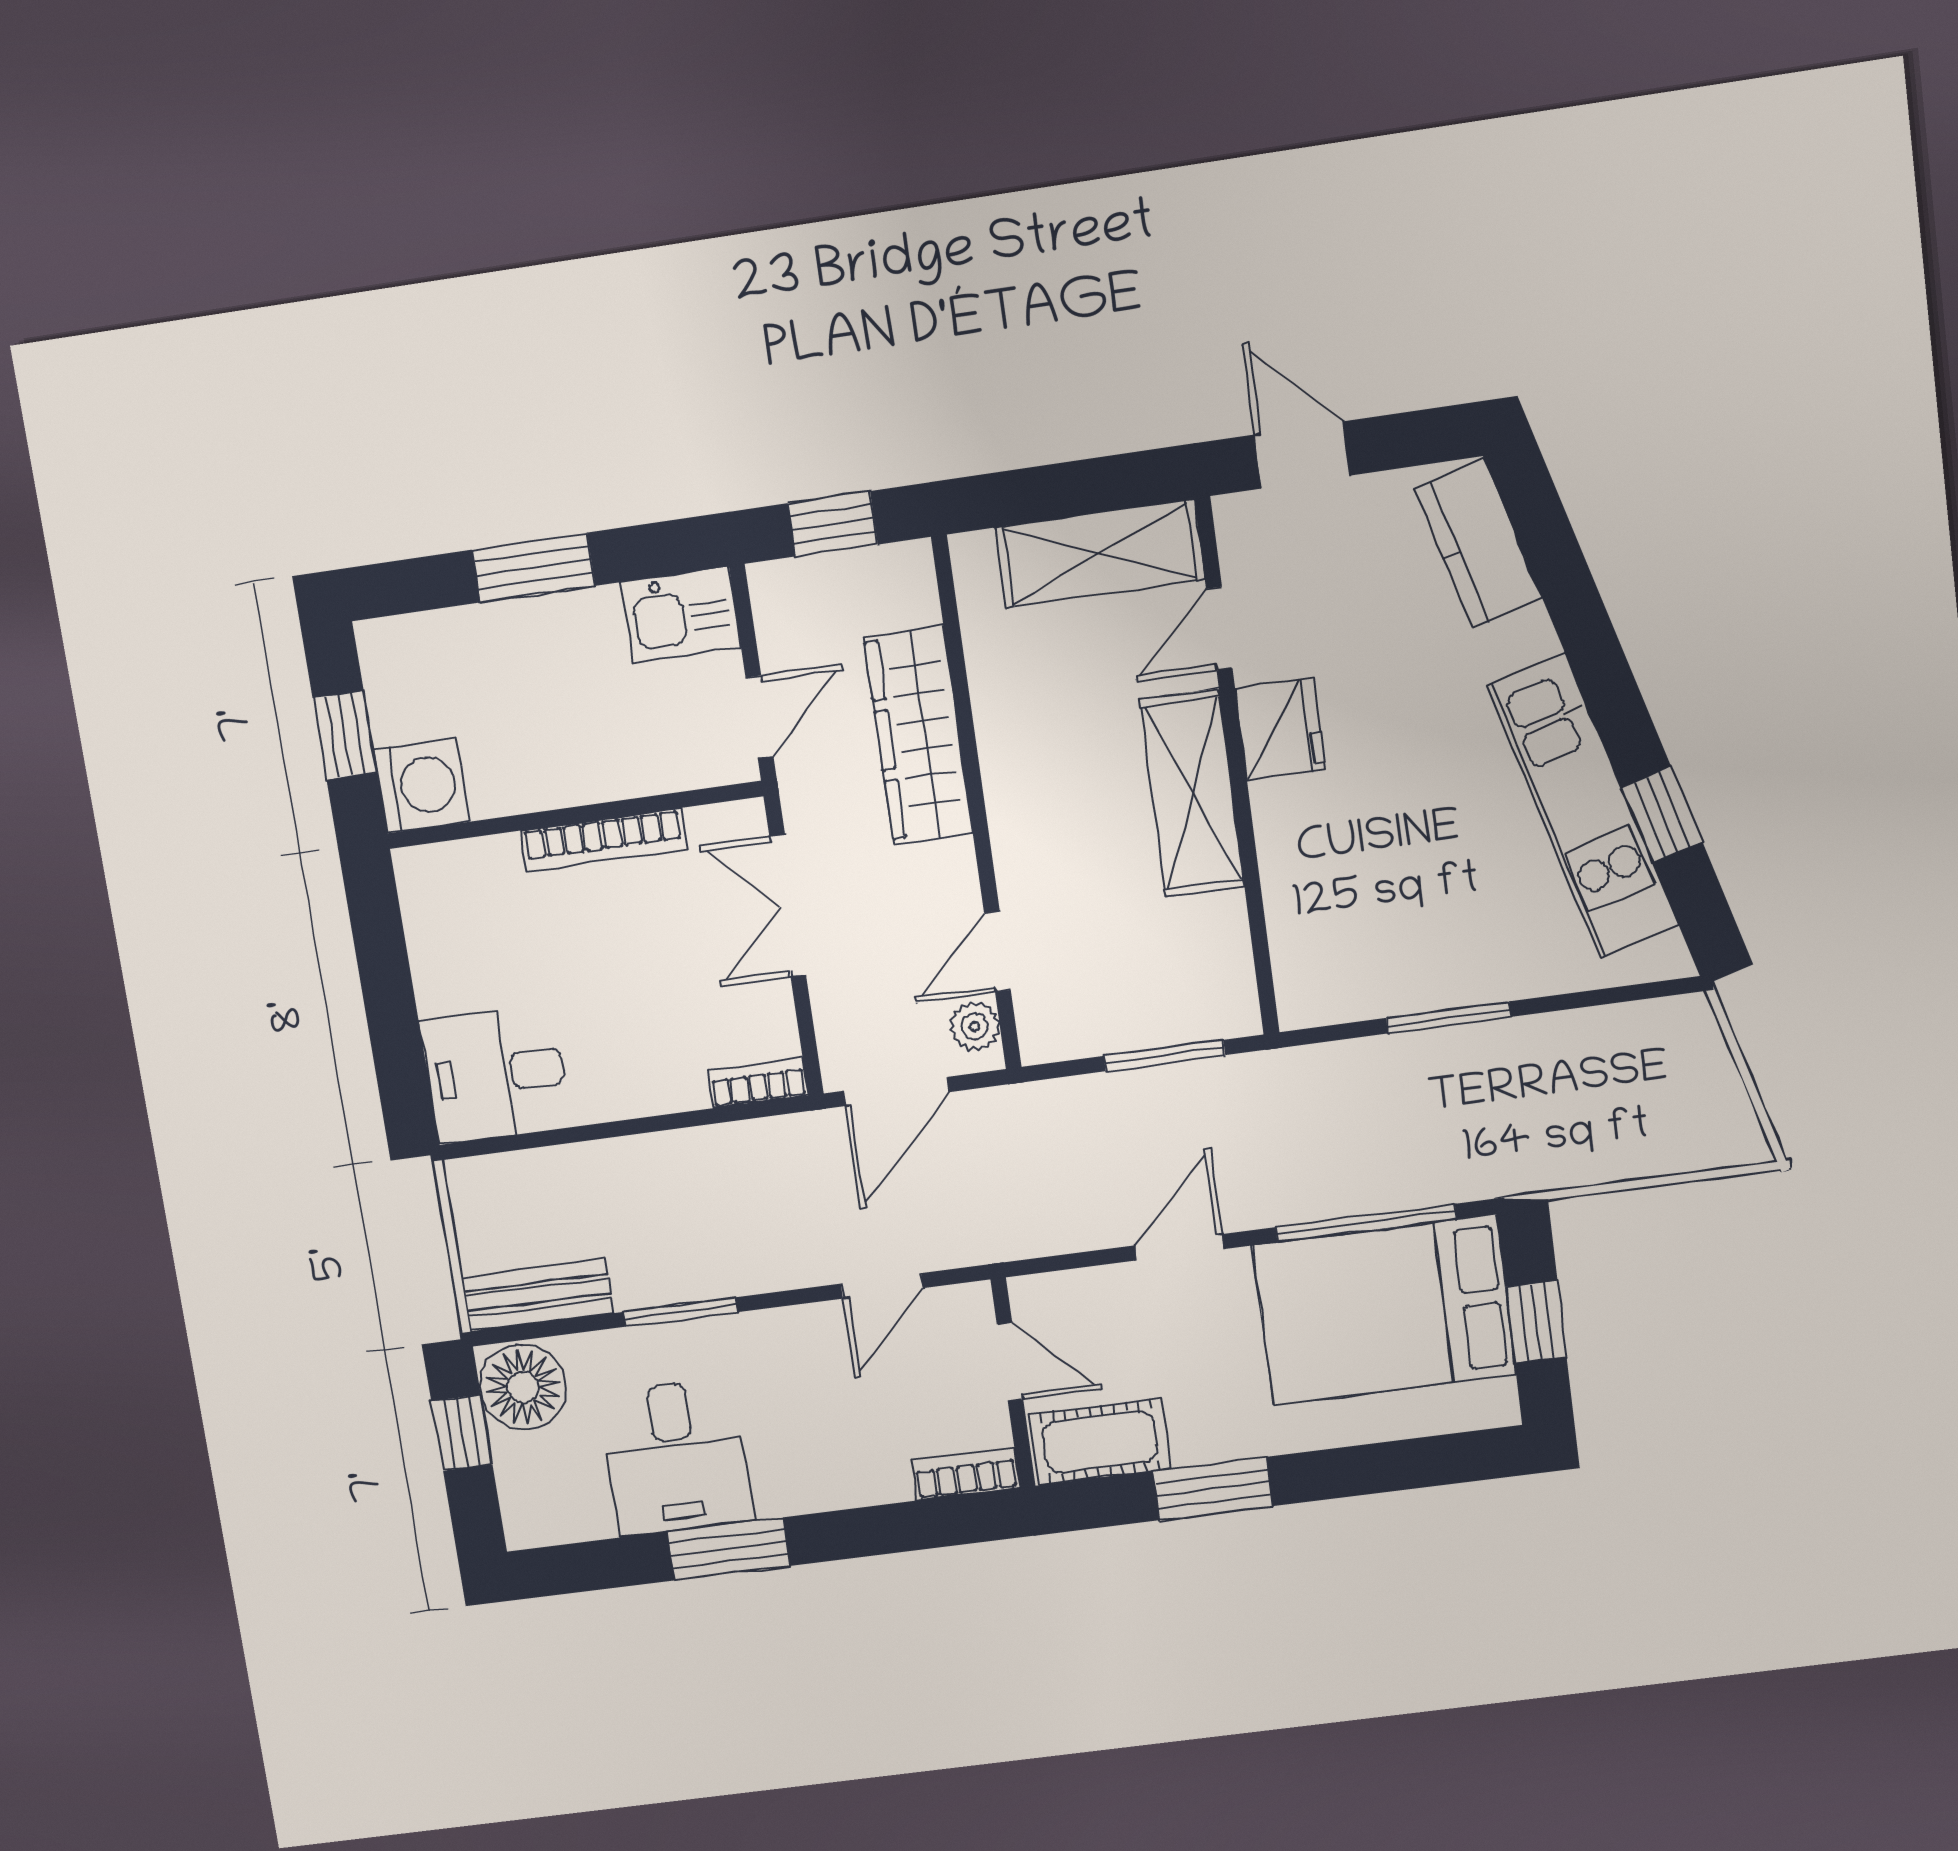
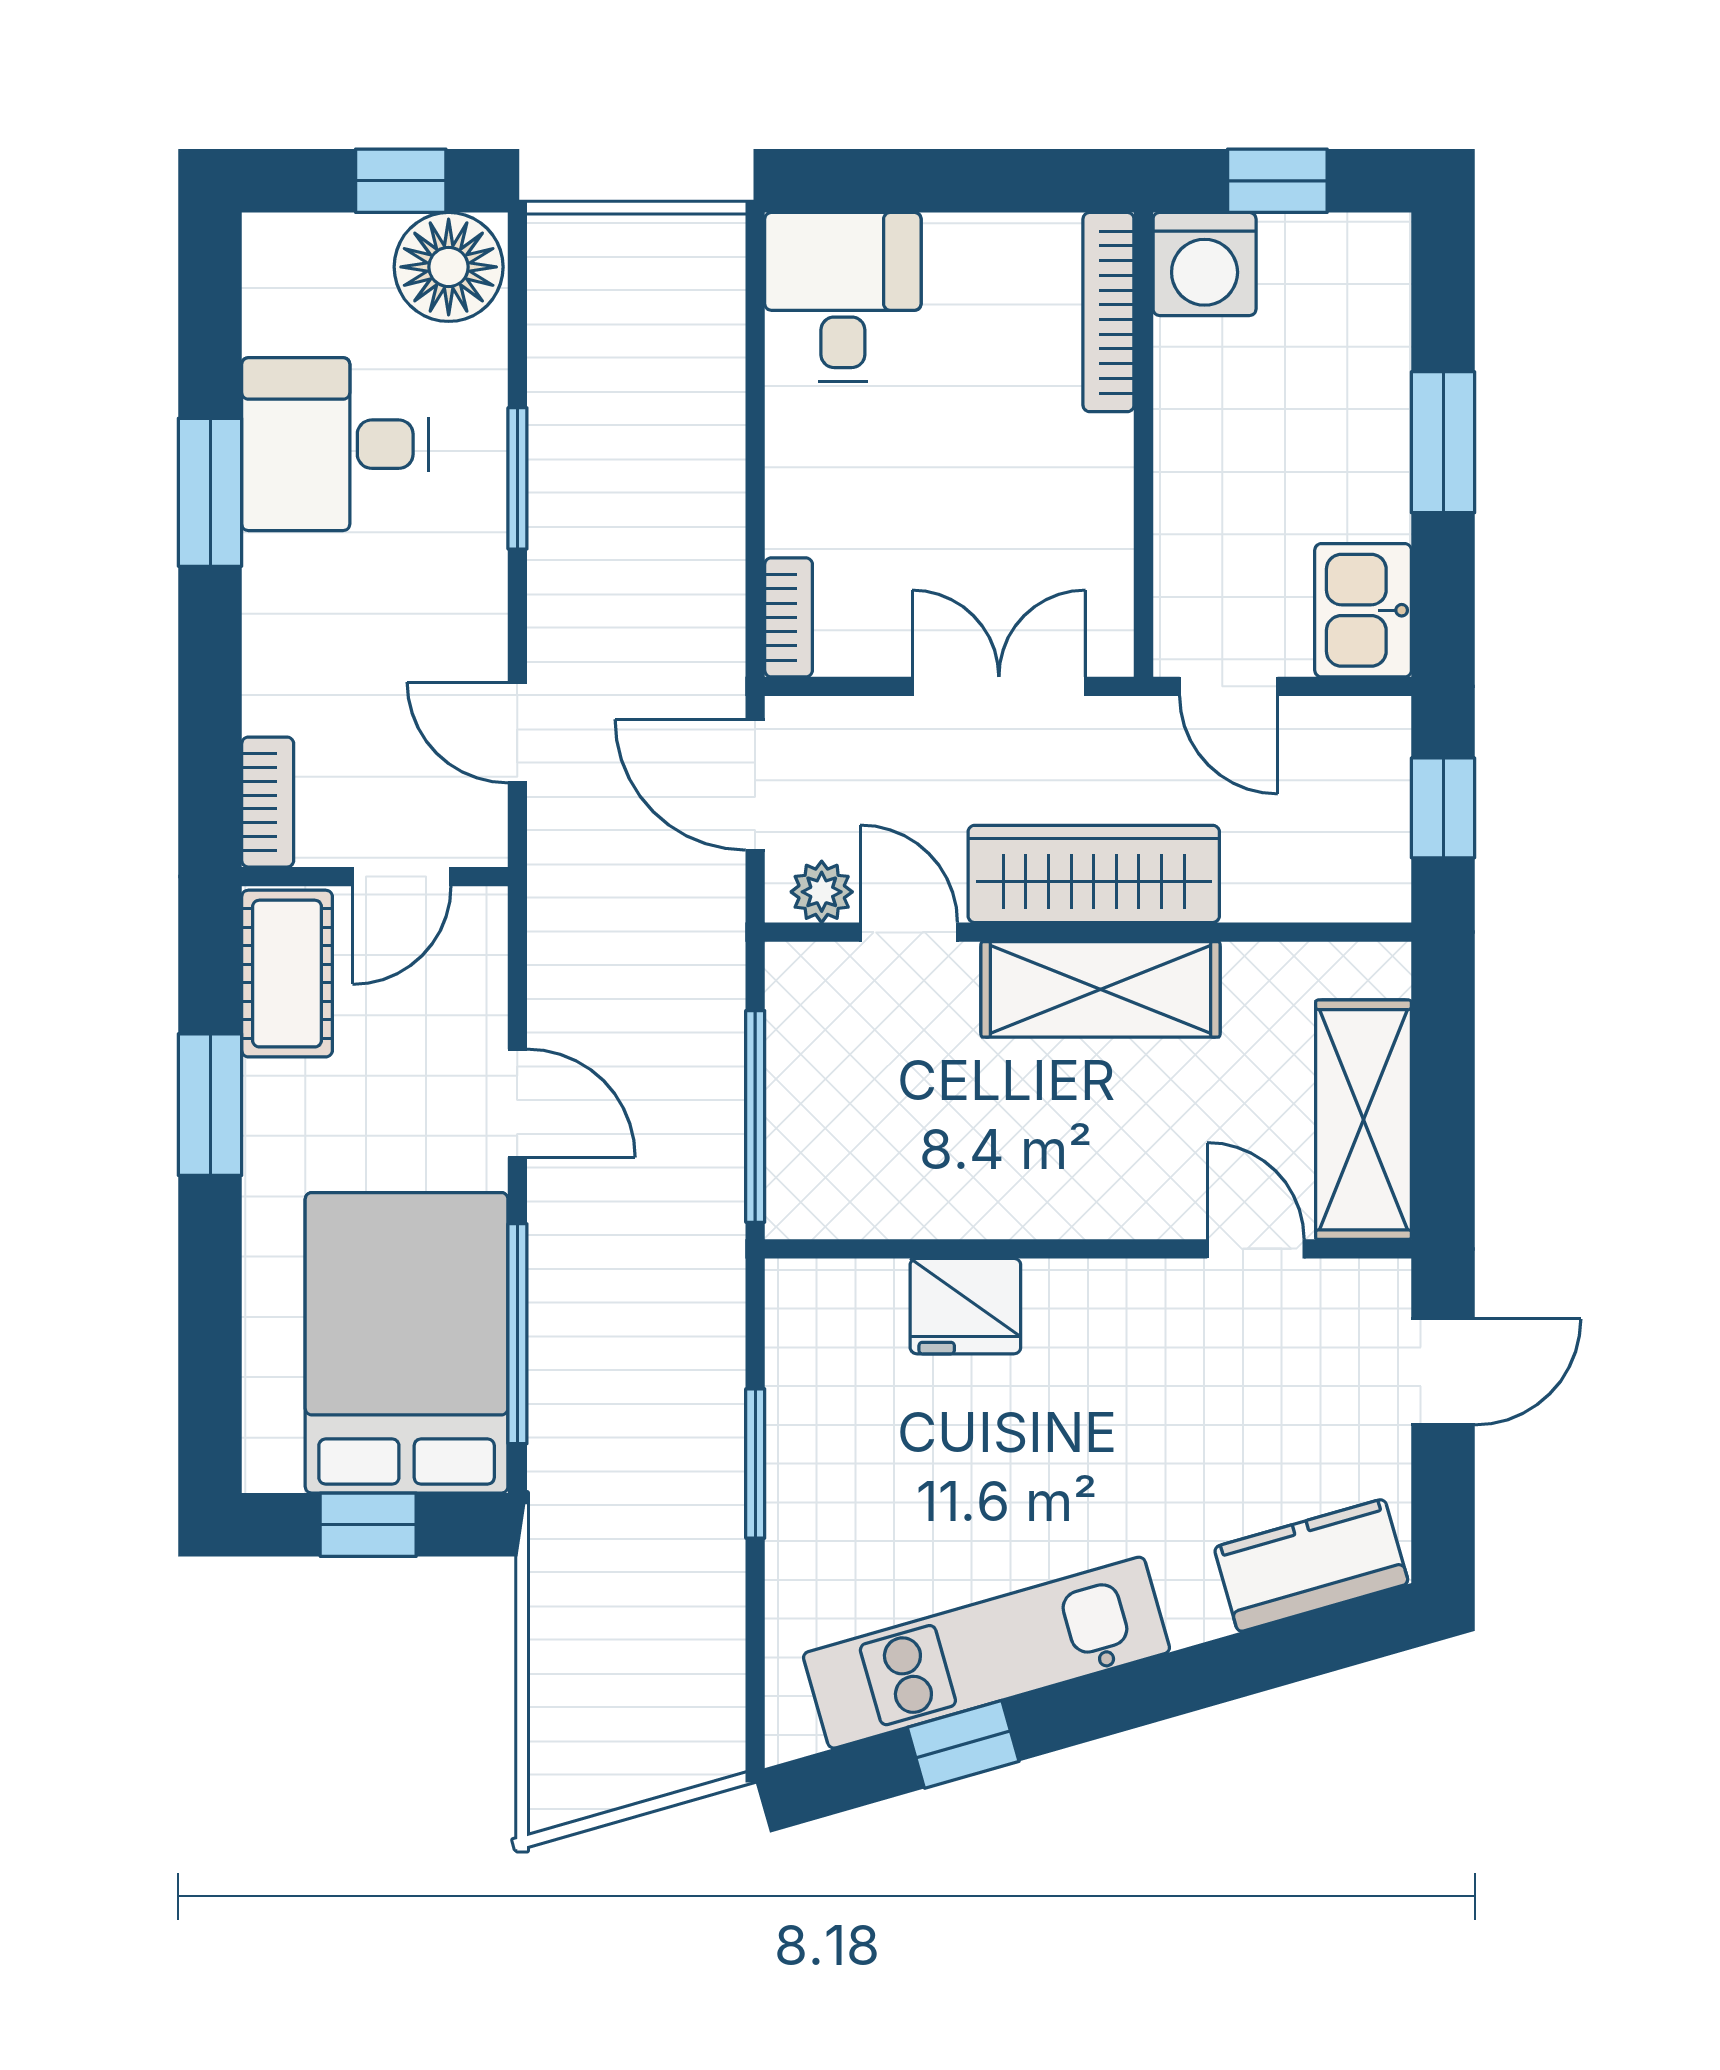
fridge: (1280, 729) -> (965, 1306), moved
wardrobe: (918, 735) -> (1094, 874), moved
shelving: (1192, 793) -> (1101, 989), moved
bookcase: (603, 840) -> (1108, 312), moved
window: (1164, 1056) -> (755, 1116), width x1.44
bench: (538, 1295) -> (562, 304), removed

